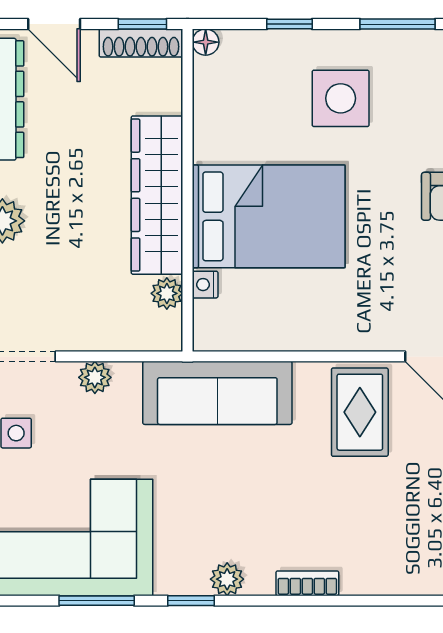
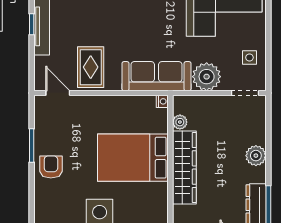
nightstand: (205, 285) -> (162, 101), moved
plant: (95, 377) -> (207, 77), width x1.88, depth x1.88

